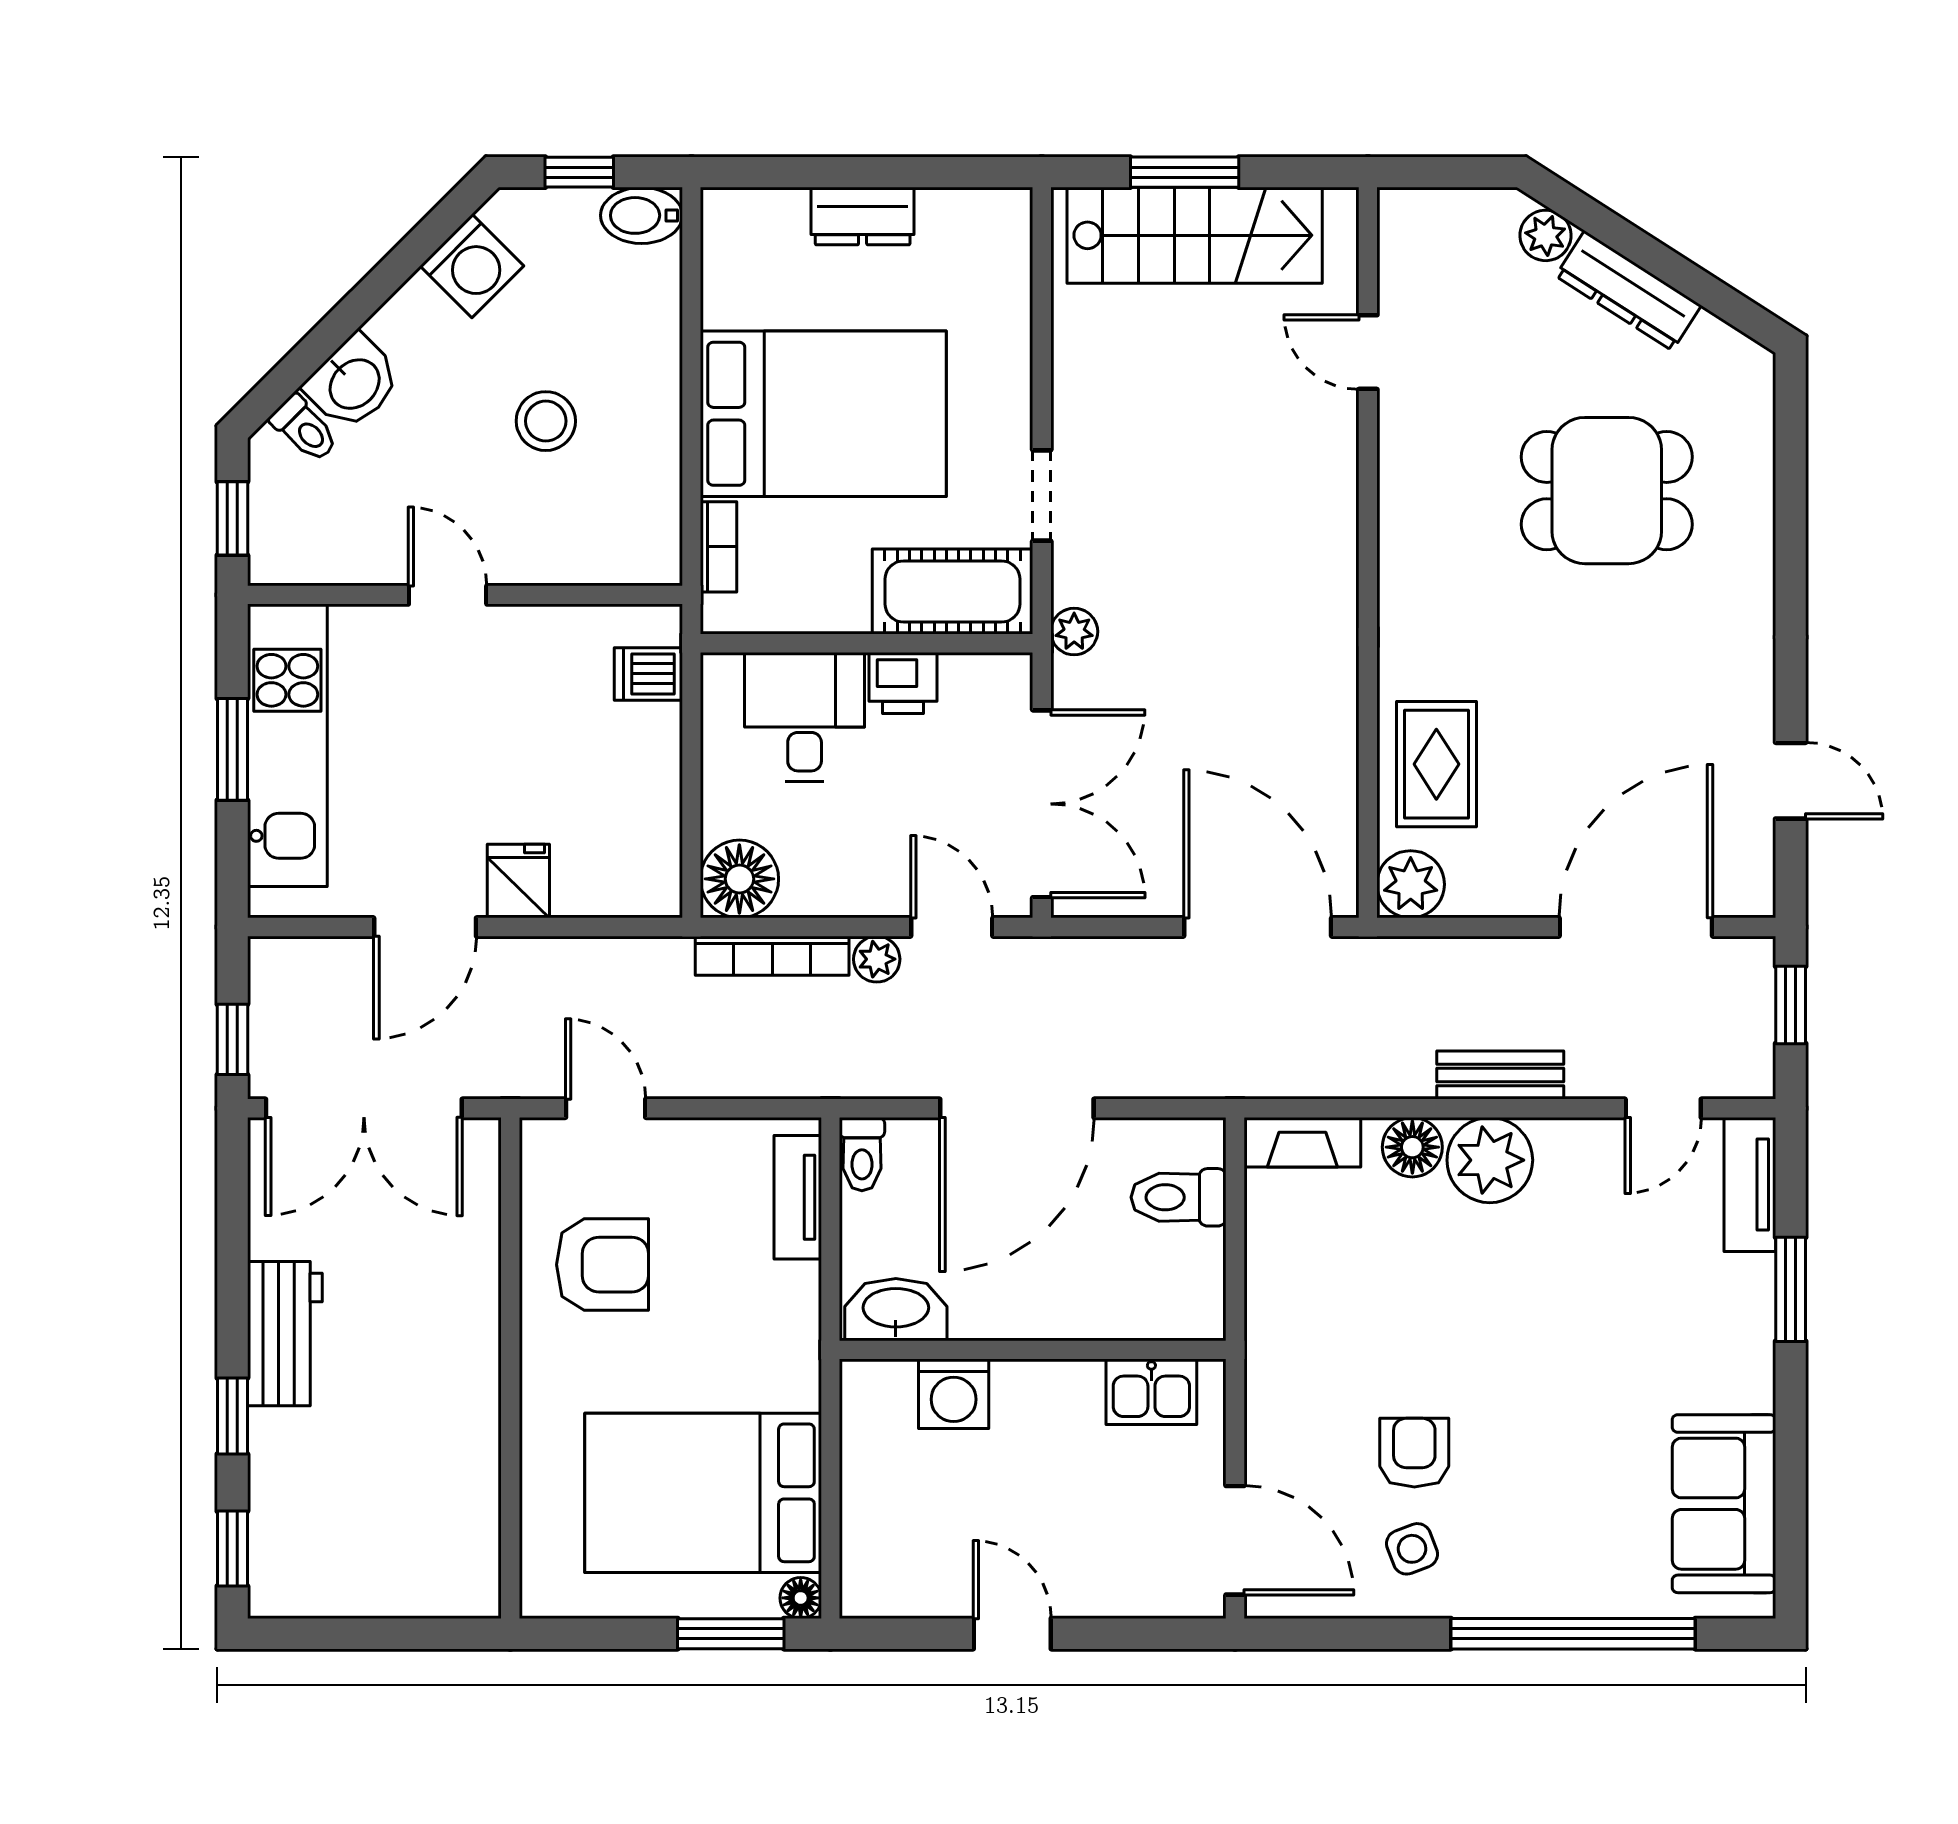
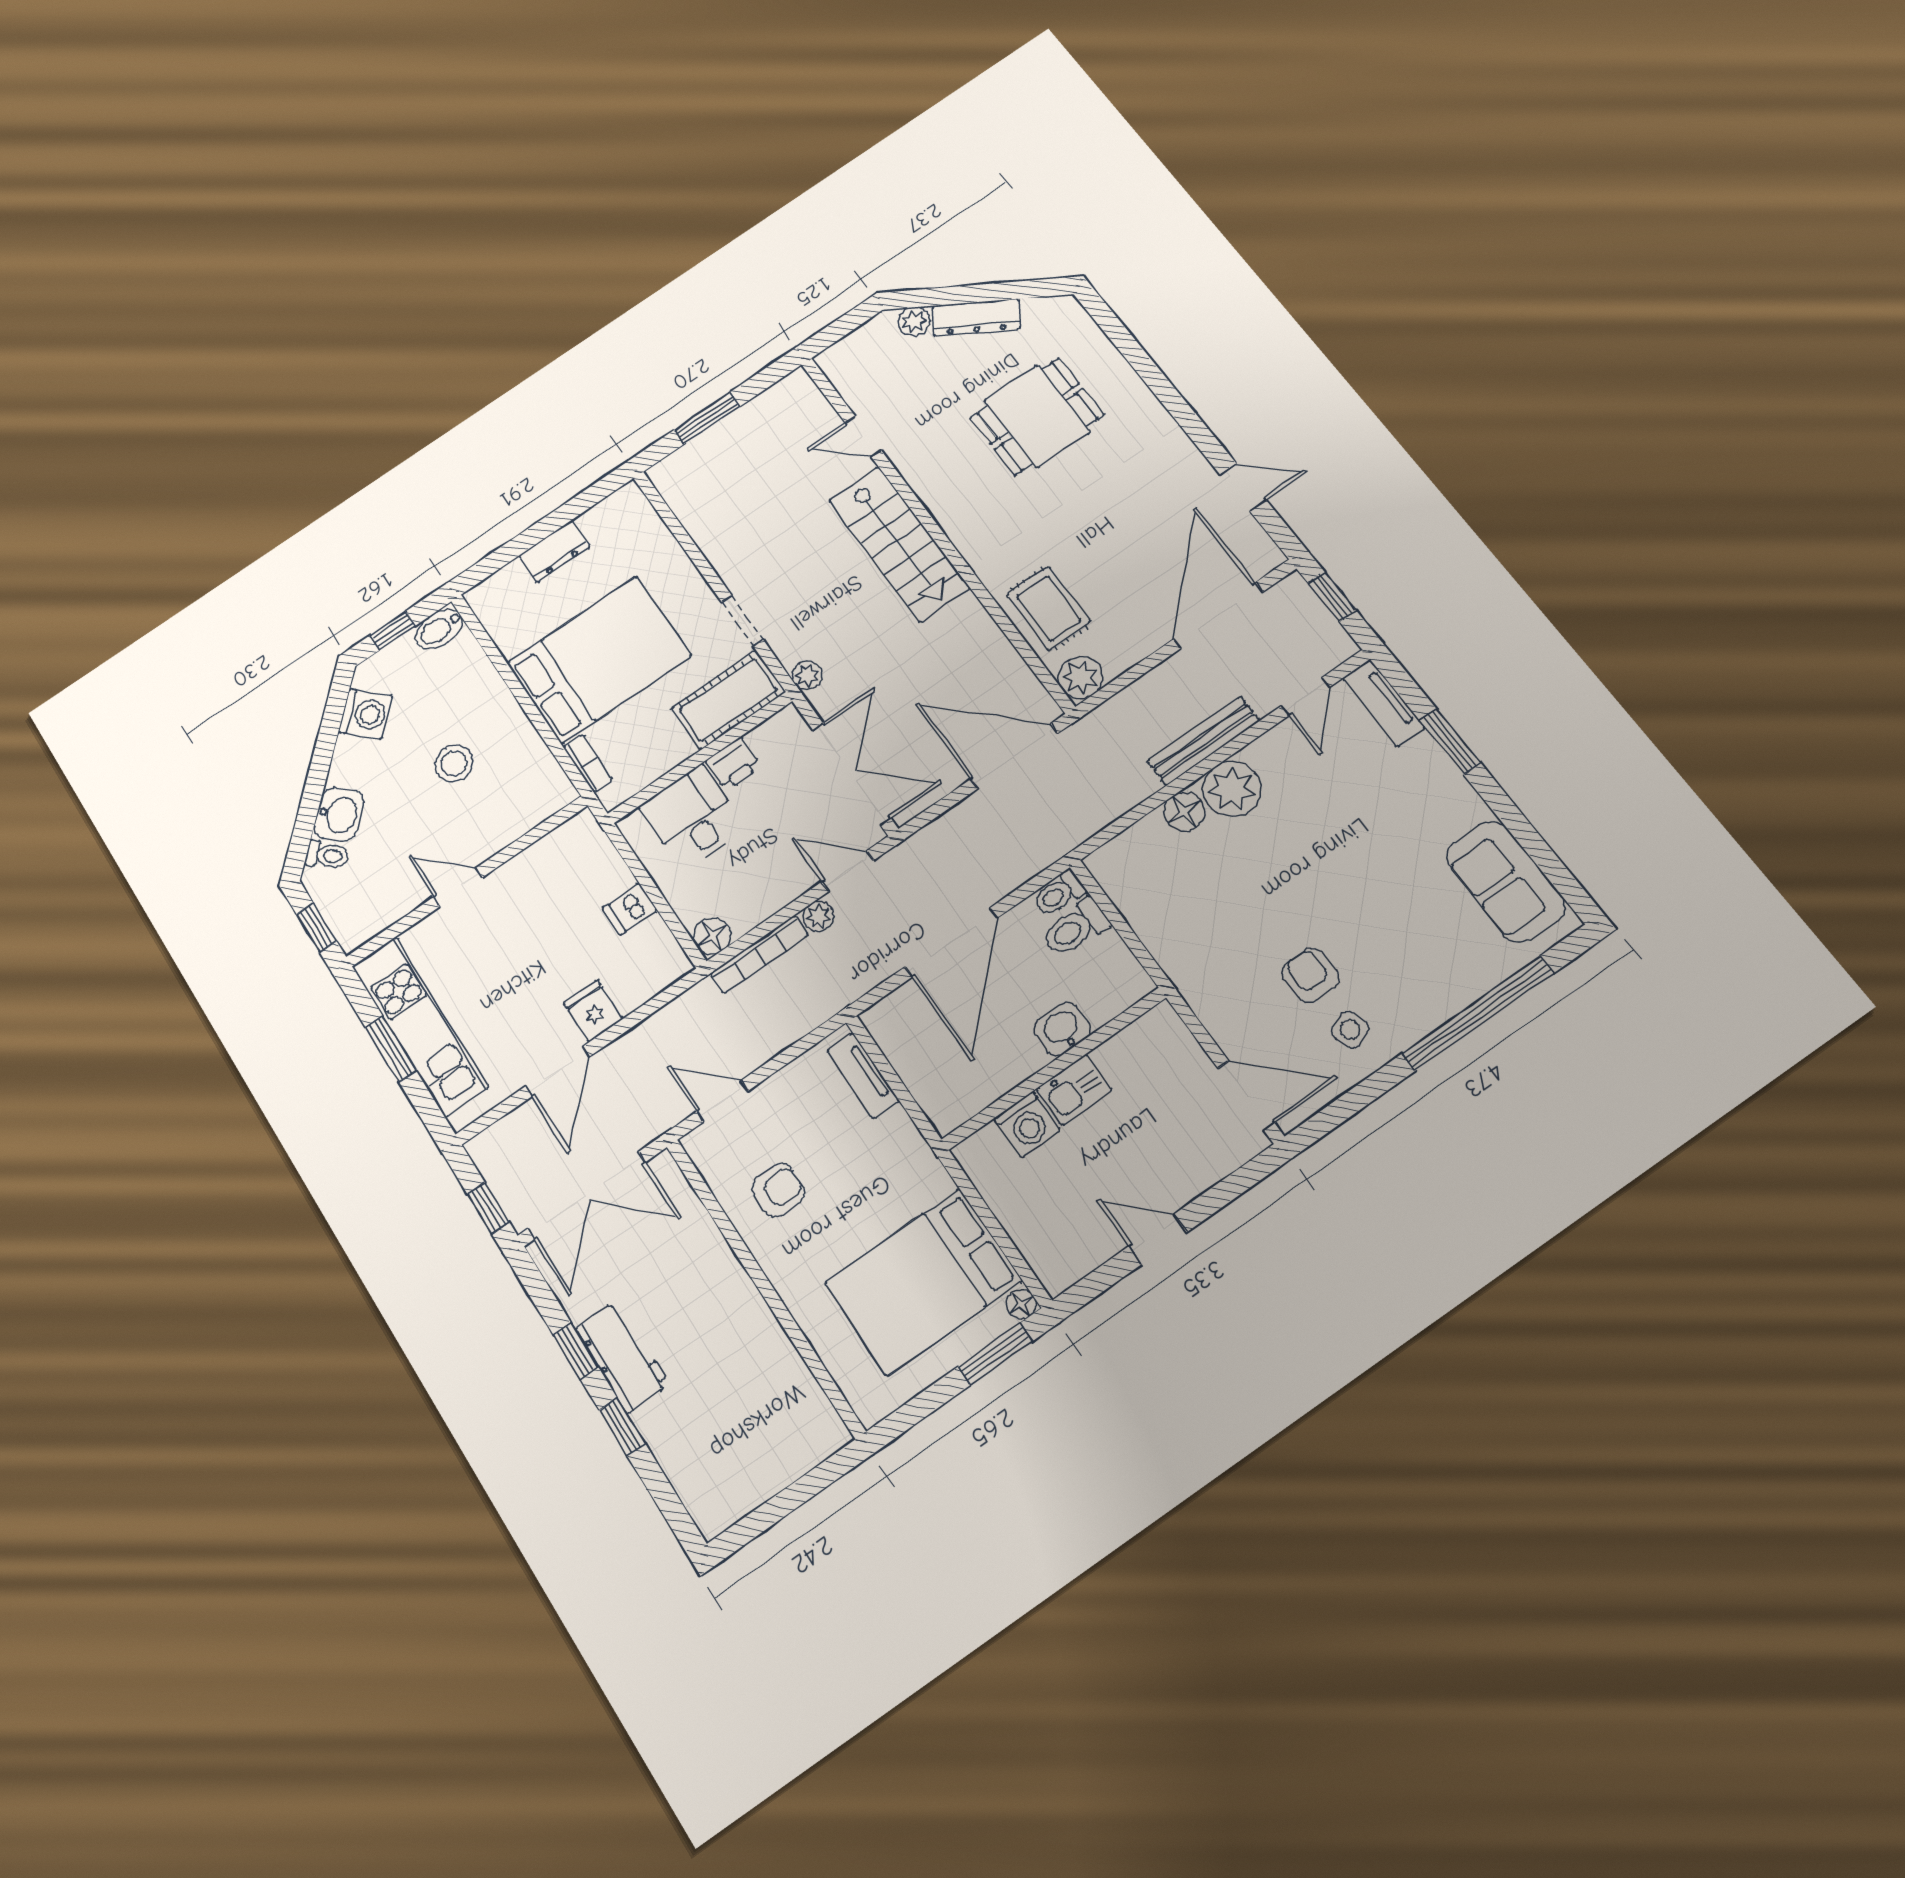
stairs: (1195, 235) -> (899, 544), moved, turned 90
dishwasher: (648, 674) -> (630, 909), moved
floor lamp: (739, 879) -> (712, 936), width x0.73, depth x0.73
bench: (1500, 1075) -> (1203, 741), width x1.36
fireplace: (1302, 1142) -> (1122, 851), removed
toilet: (862, 1154) -> (1059, 894), moved, turned 90
armchair: (603, 1265) -> (778, 1190), width x0.72, depth x0.72
washbasin: (896, 1310) -> (1062, 1029), moved, width x0.72
kitchen sink: (1151, 1392) -> (1074, 1090), moved
window: (232, 1549) -> (576, 1351), moved

